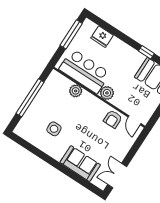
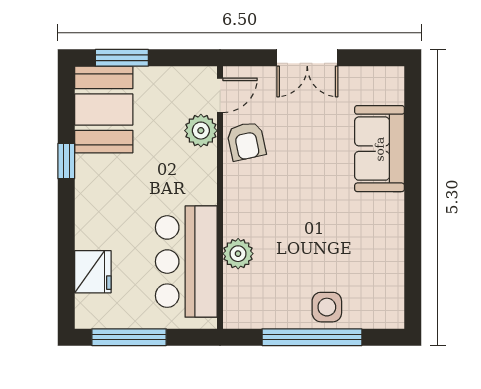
plant: (107, 93) -> (201, 131), moved
armchair: (113, 119) -> (246, 141), turned 78
side table: (54, 129) -> (327, 307), moved
double door: (117, 176) -> (307, 58), moved

